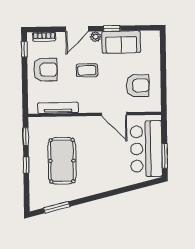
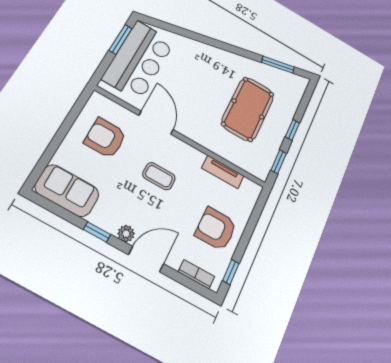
sofa: (121, 42) -> (67, 191), moved
coffee table: (87, 70) -> (159, 176), moved
tv unit: (58, 108) -> (223, 172), width x0.71

